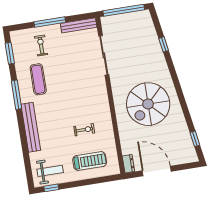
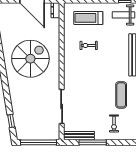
window: (50, 22) -> (93, 142), moved
window: (164, 44) -> (11, 121), moved

